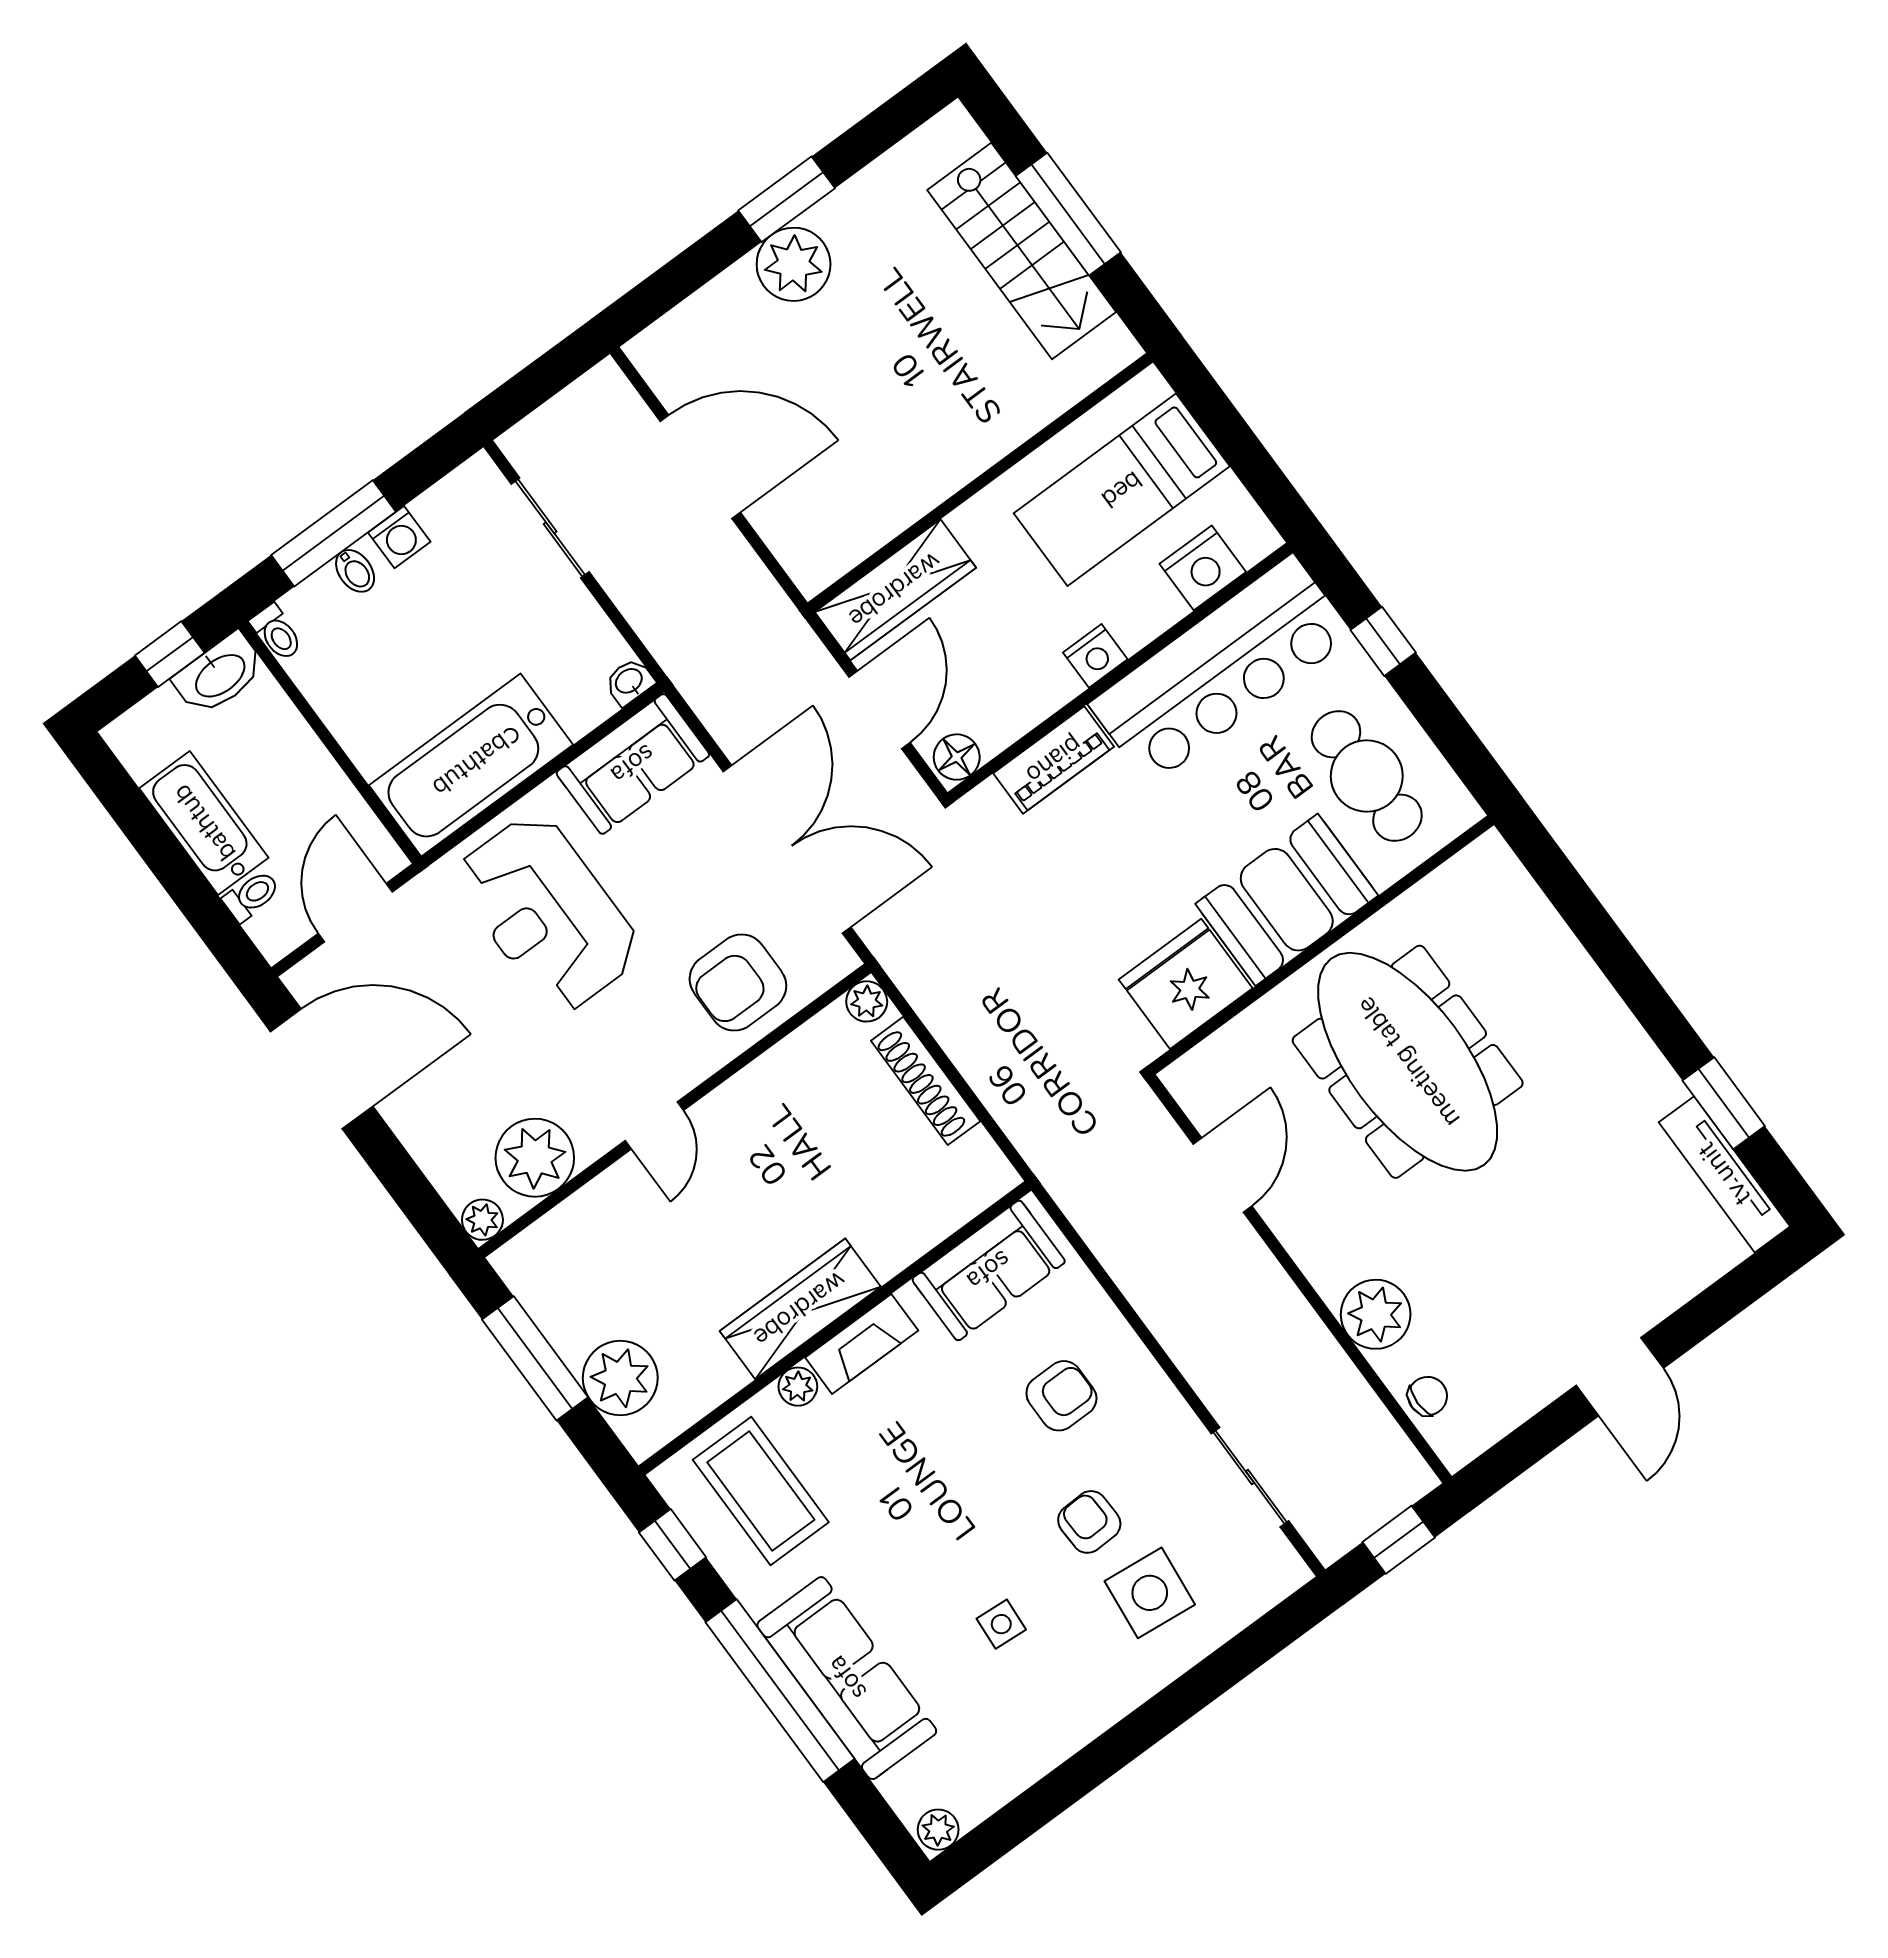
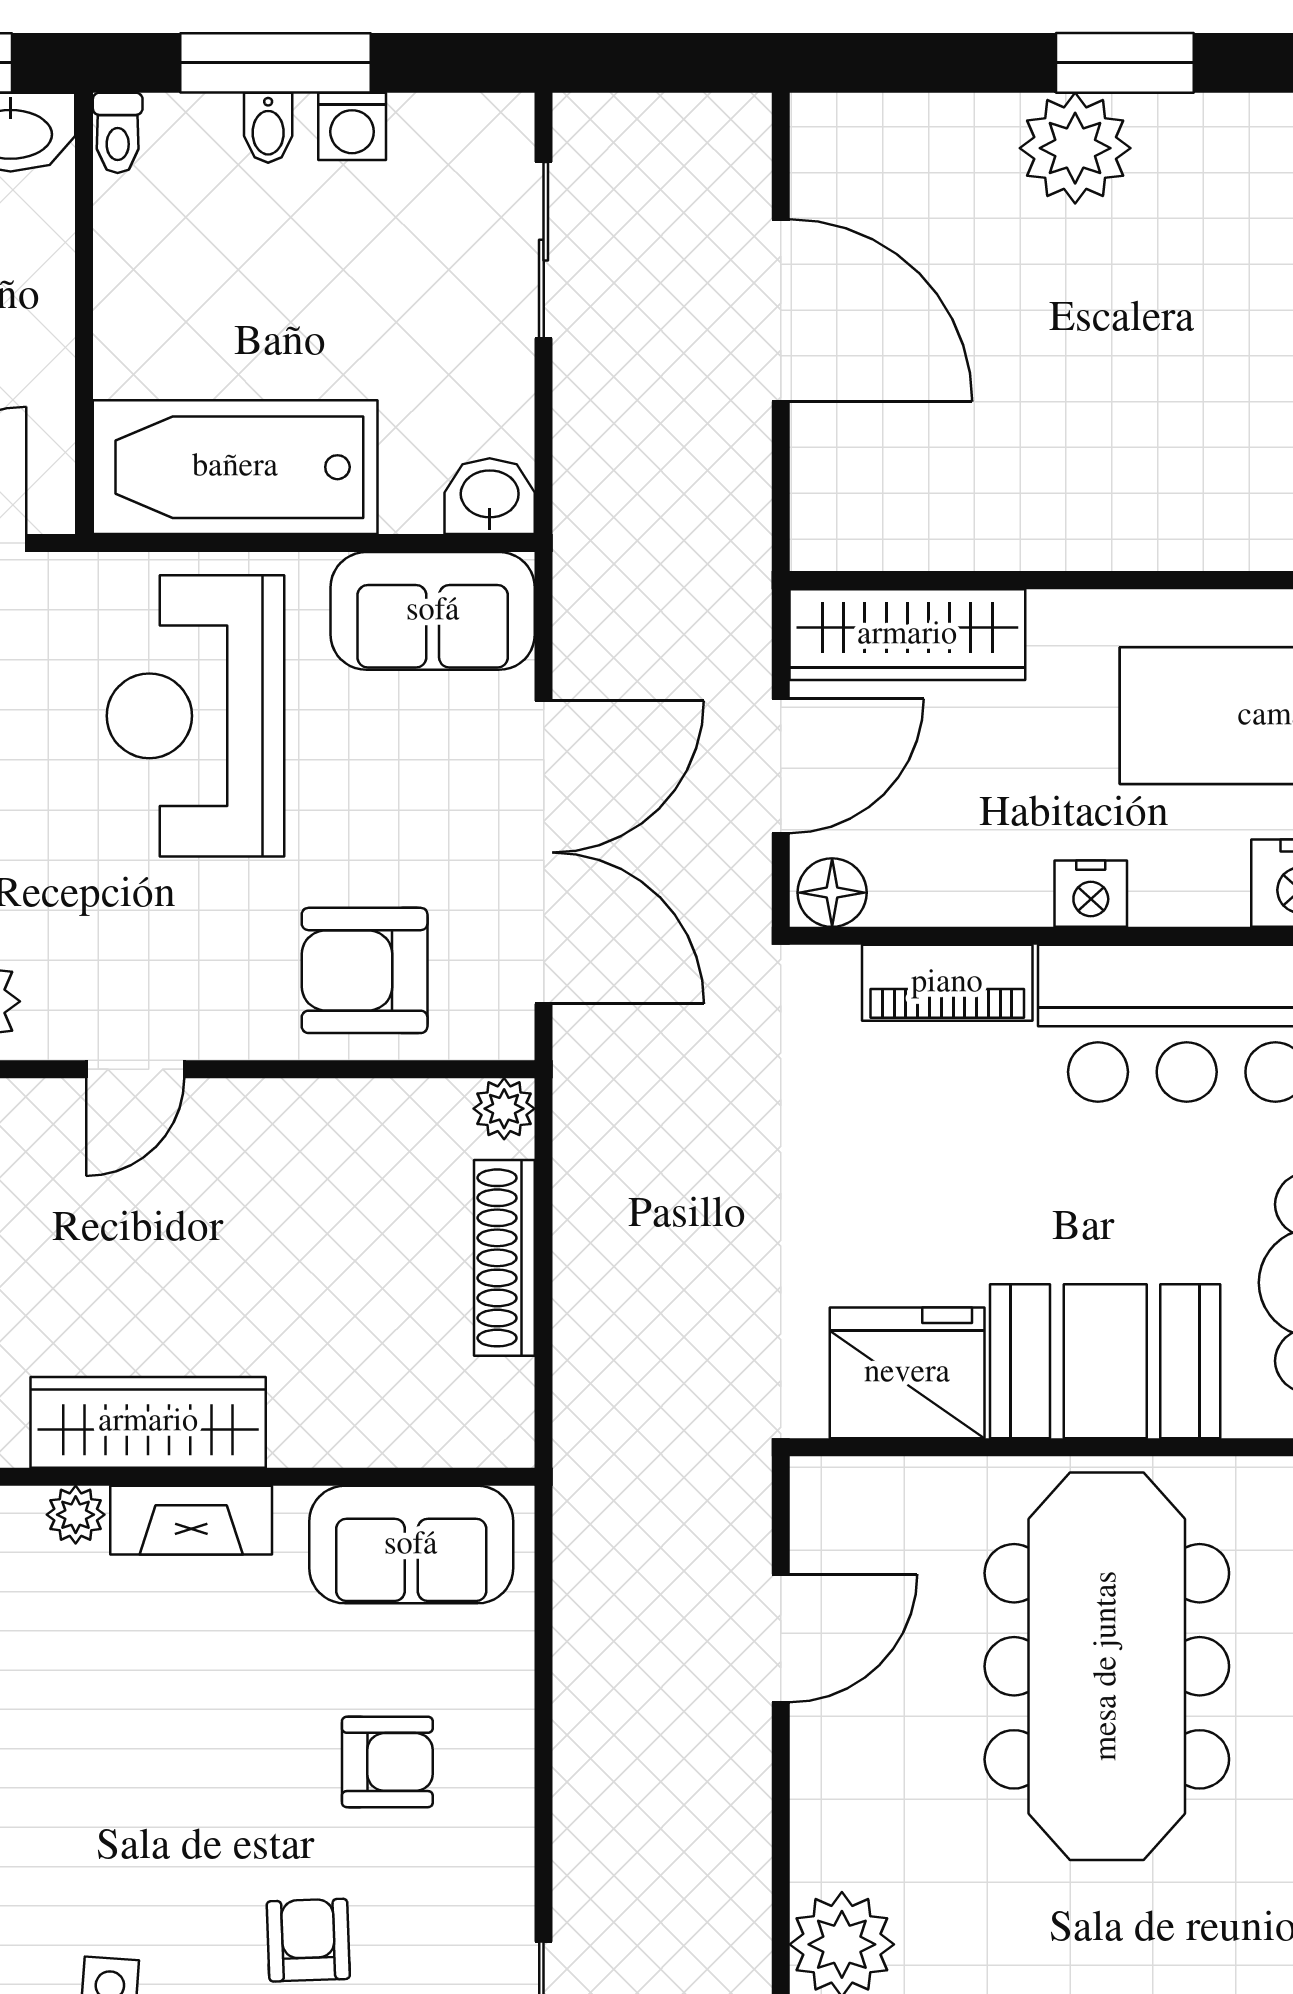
washbasin: (629, 682) -> (490, 496), width x1.38, depth x1.45

